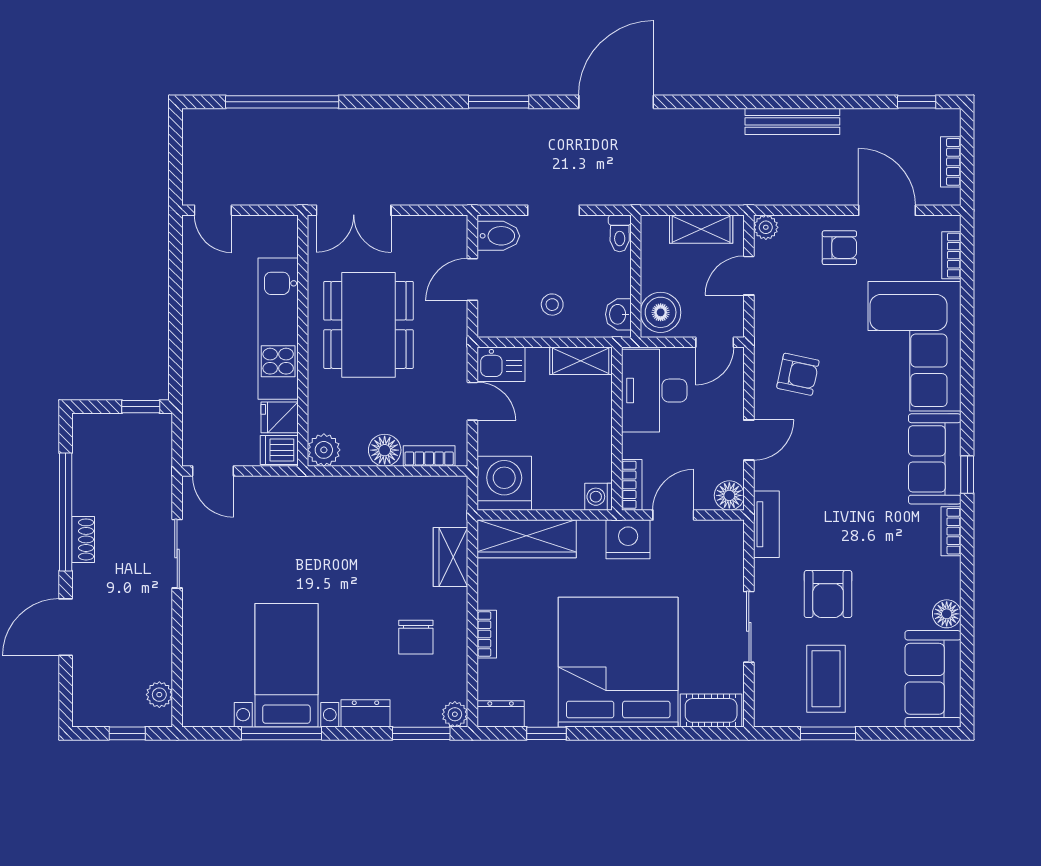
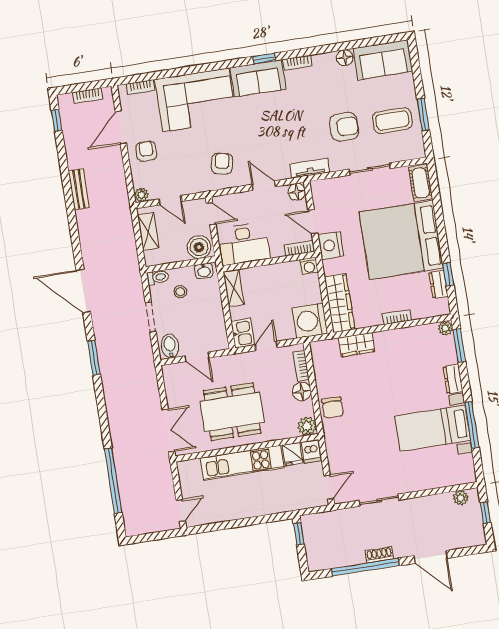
bench: (792, 121) -> (79, 189), width x0.73
stool: (552, 305) -> (180, 292), moved
chair: (416, 637) -> (333, 407), moved, turned 90
dresser: (501, 714) -> (438, 284), moved

